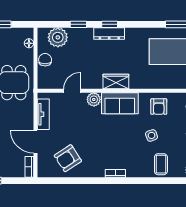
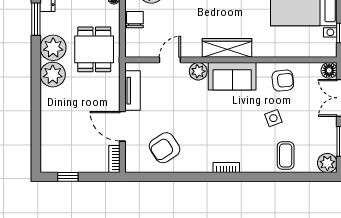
wardrobe: (116, 81) -> (227, 48), width x1.50
armchair: (159, 107) -> (283, 81), turned -96

